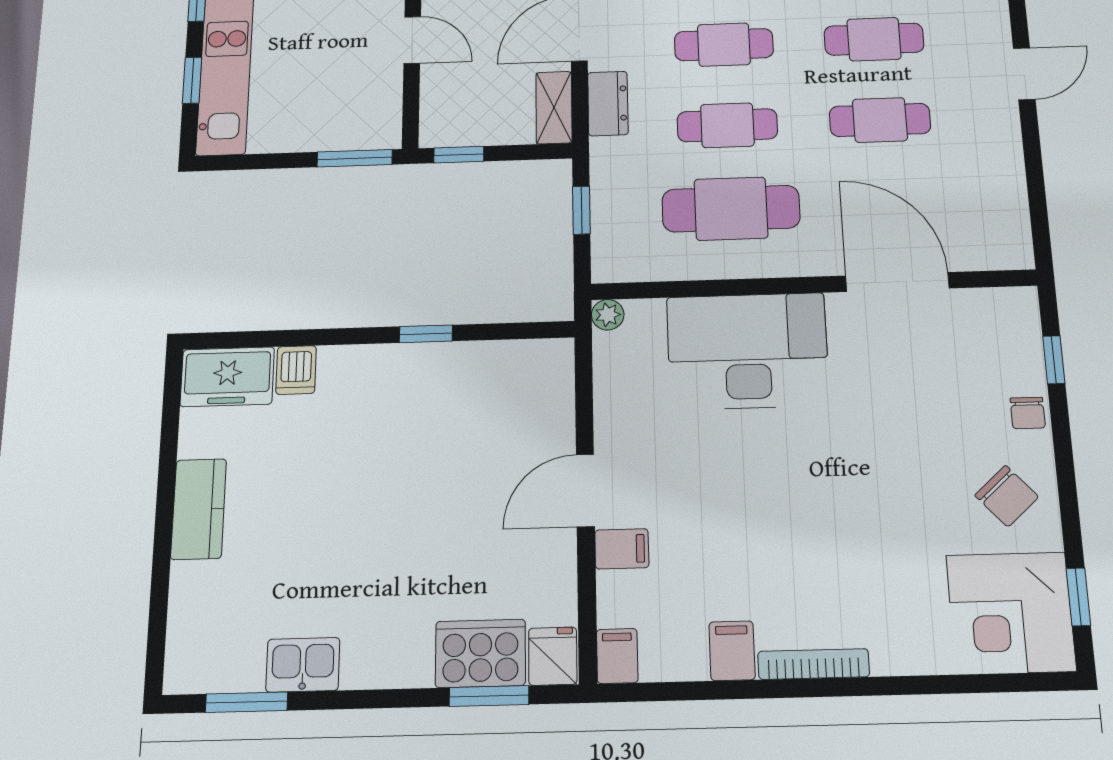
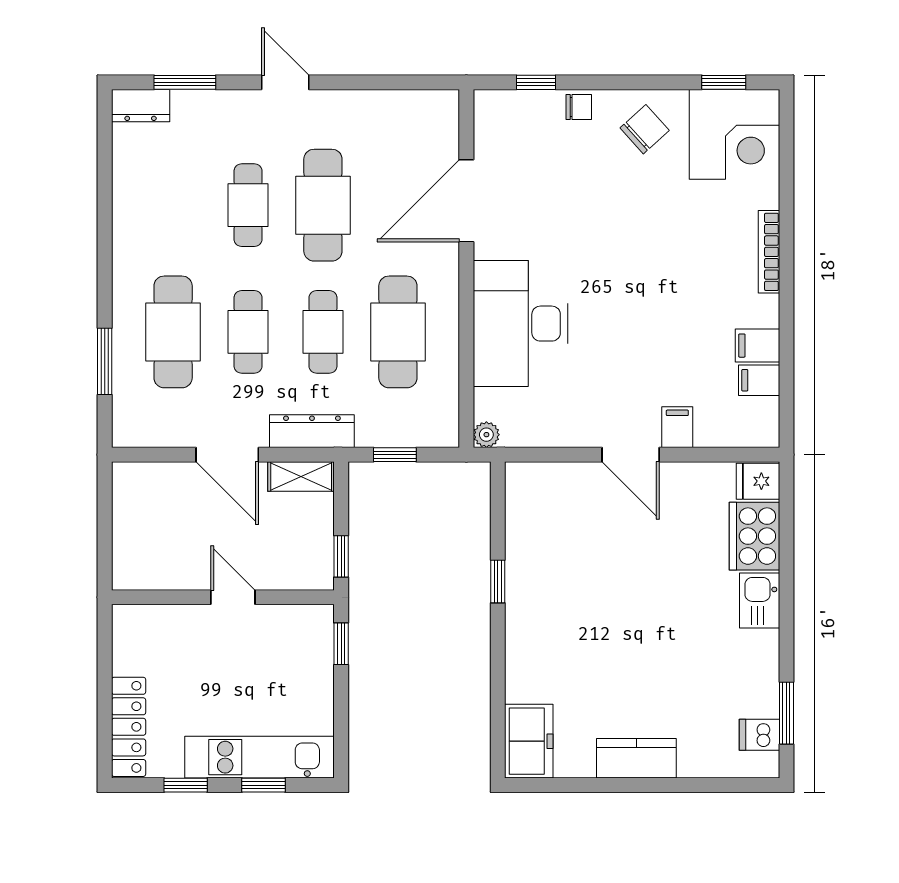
door: (412, 40) -> (233, 597), hinge flipped
dresser: (608, 103) -> (312, 431), width x1.44
cafe table: (880, 120) -> (323, 205), width x1.37, depth x1.35
window: (355, 158) -> (341, 644), width x0.67
dishwasher: (296, 370) -> (759, 735), moved, turned 180
filing cabinet: (617, 656) -> (759, 380), moved
bookcase: (814, 664) -> (769, 252), moved
kitchen sink: (303, 665) -> (760, 600), moved
window: (489, 696) -> (786, 529), removed

